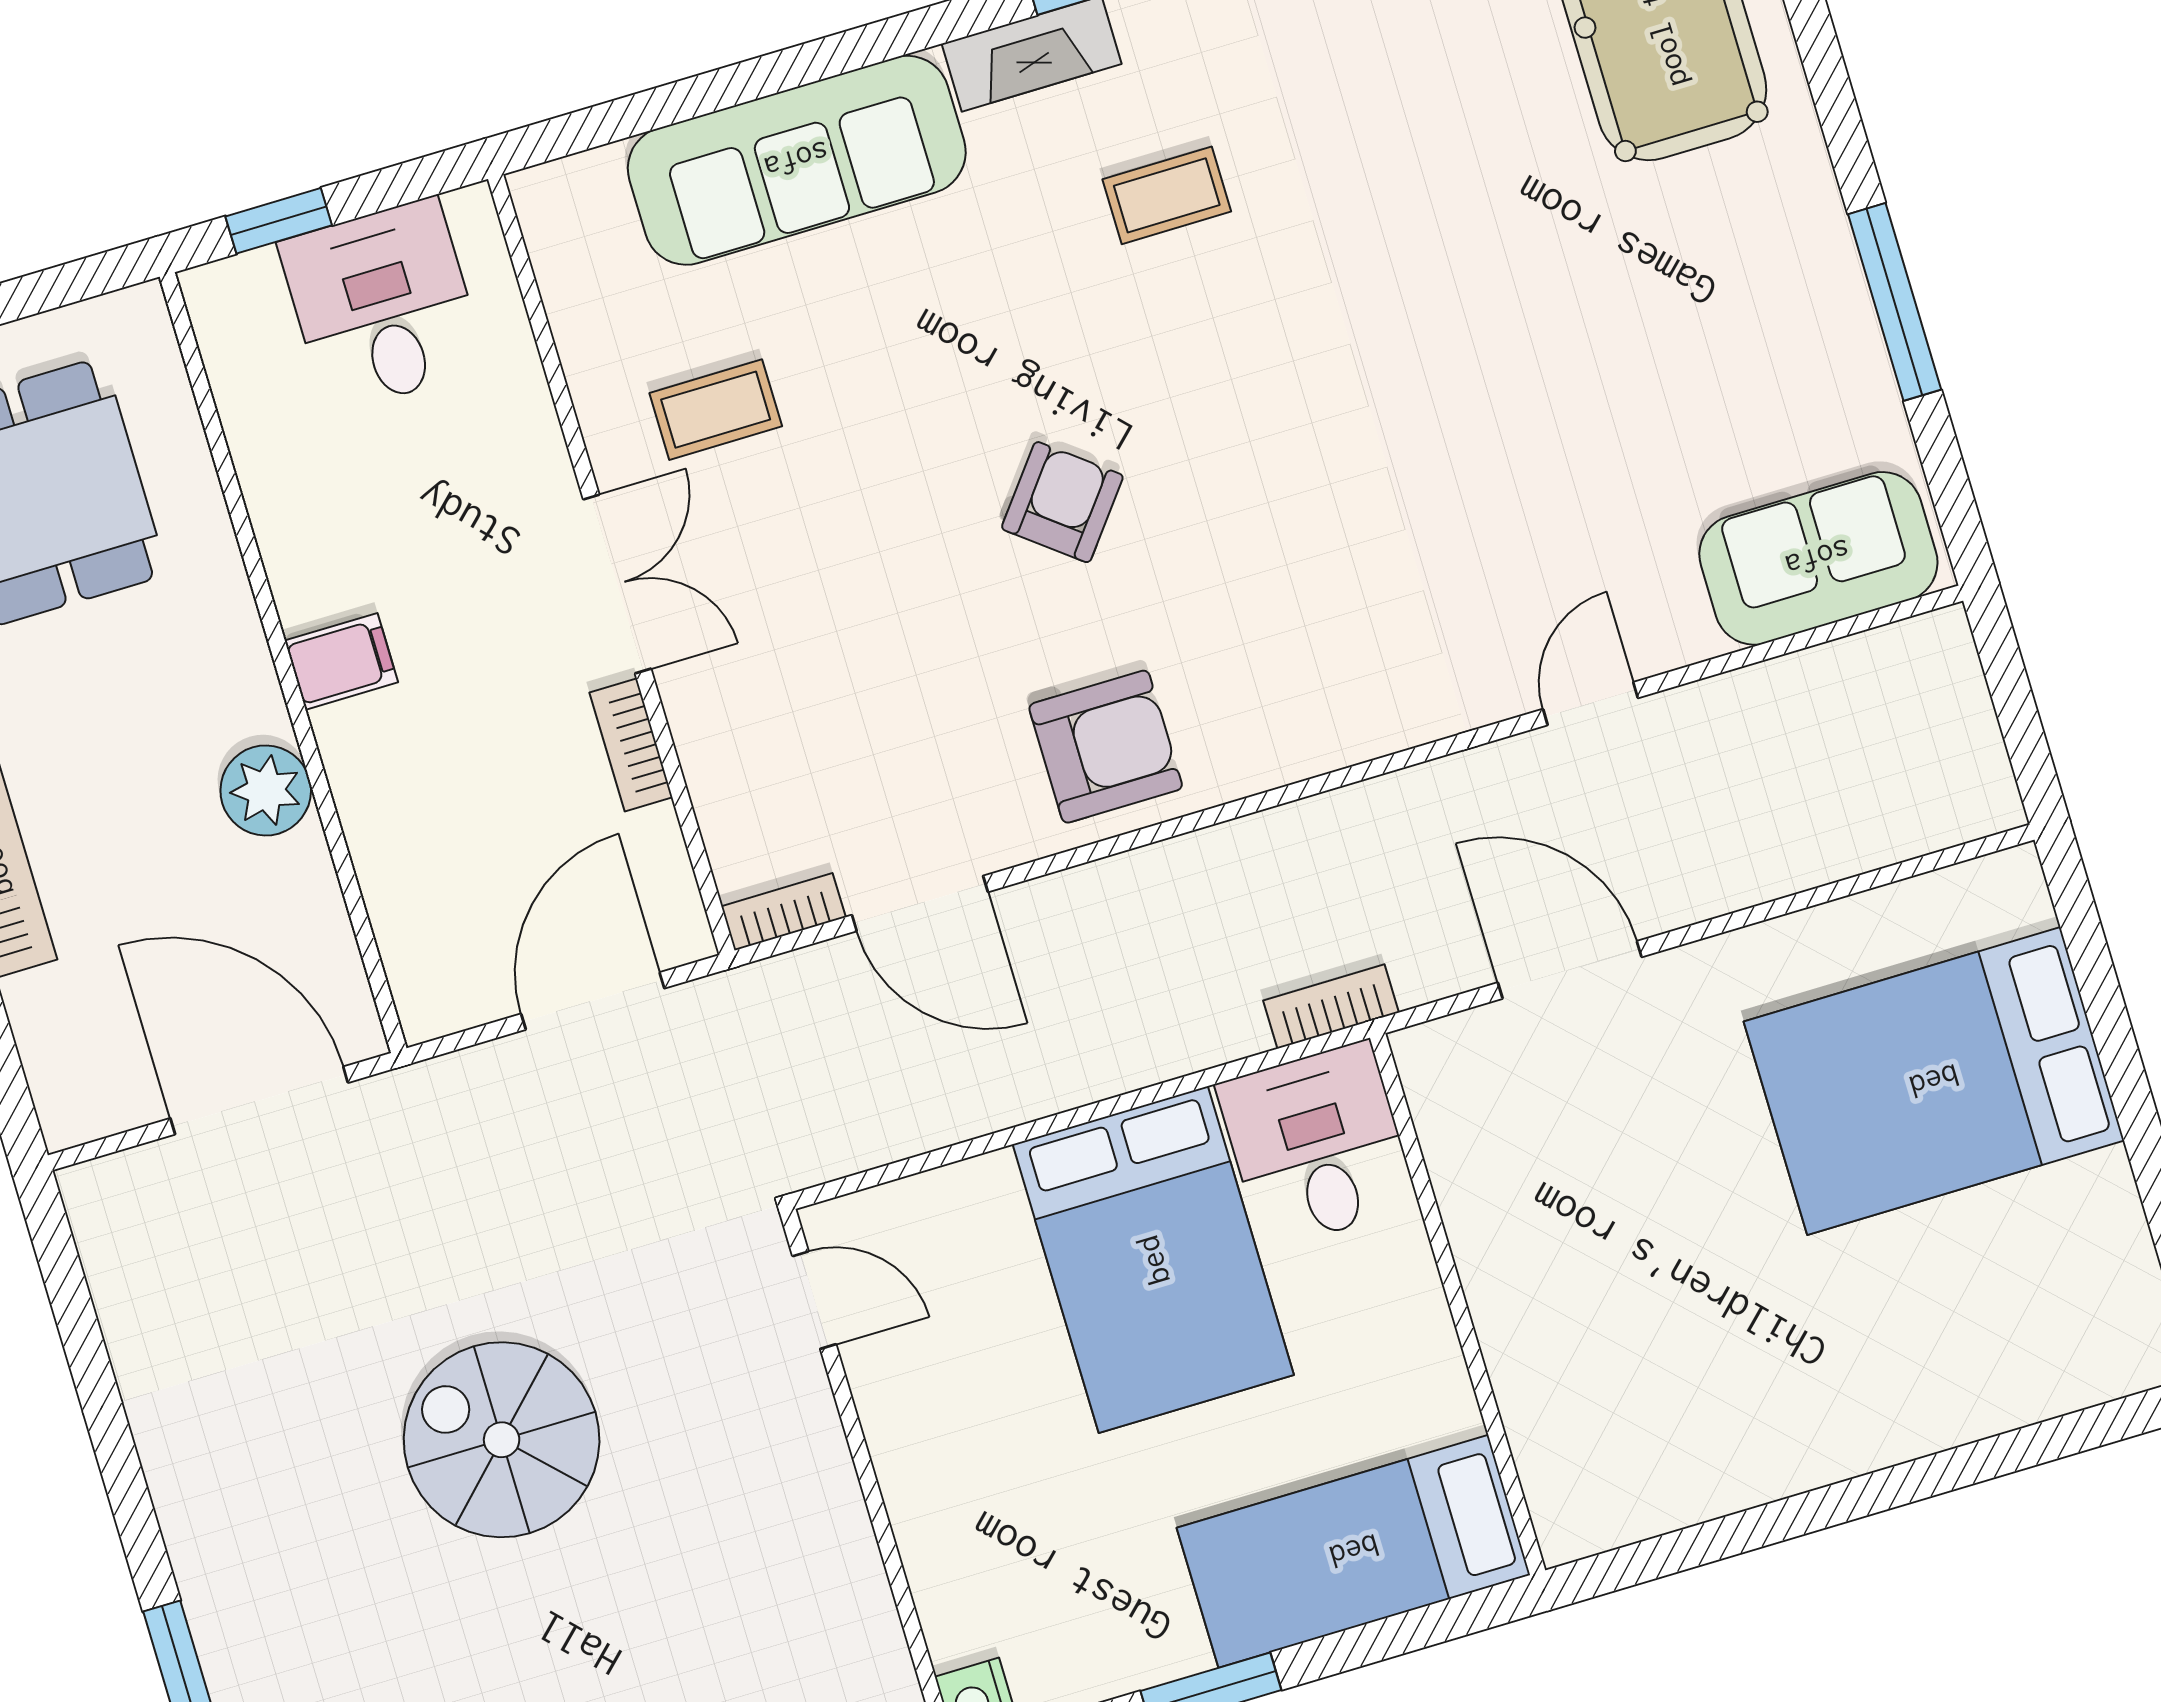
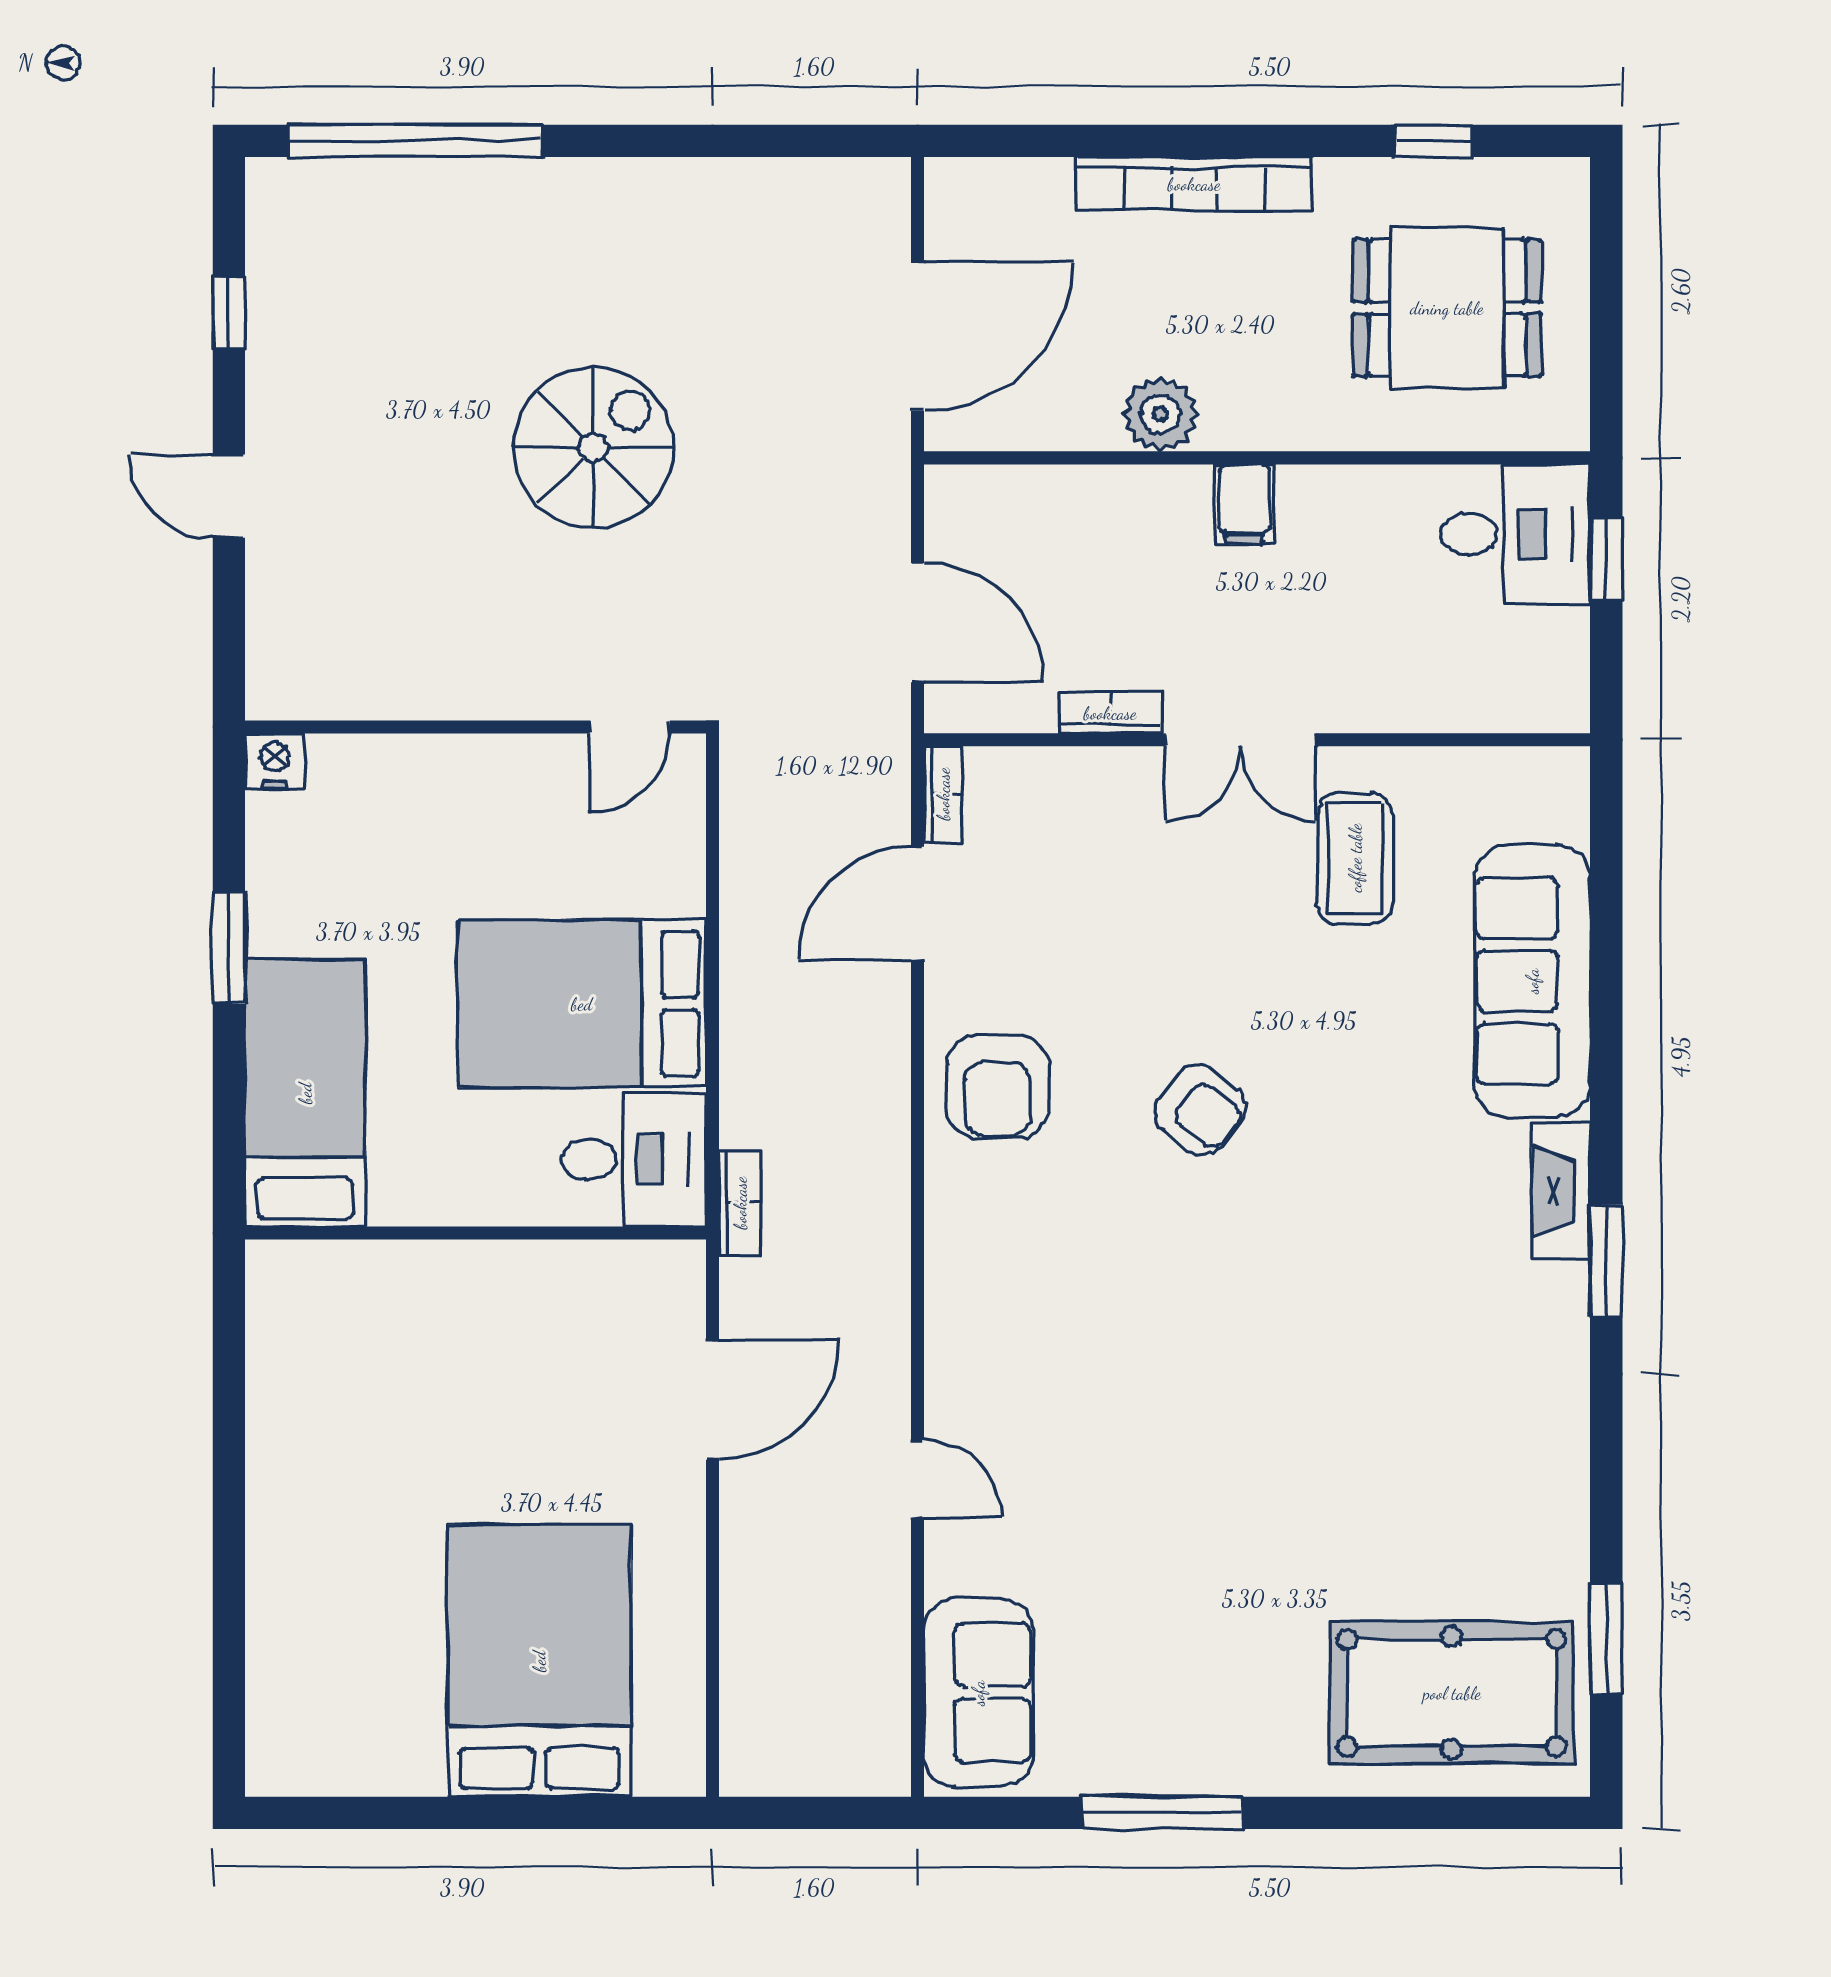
coffee table: (1167, 195) -> (1418, 1264), removed
desk: (383, 305) -> (1515, 534), moved
coffee table: (716, 410) -> (1355, 858), width x1.36, depth x1.30

